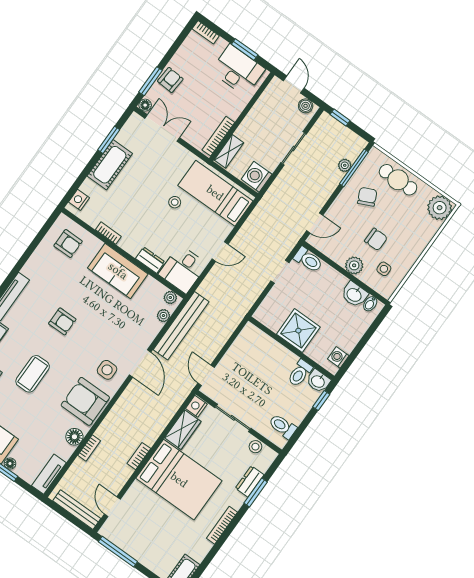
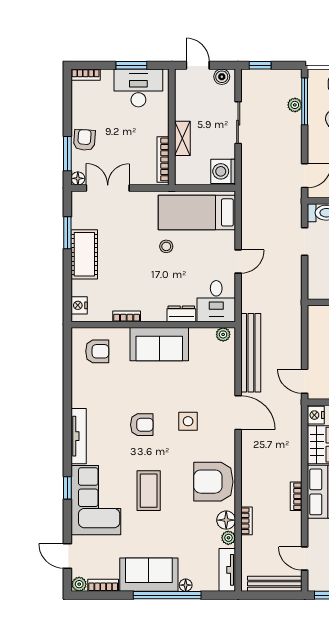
shelving: (229, 151) -> (182, 138), moved
plant: (163, 316) -> (228, 538), moved
side table: (107, 370) -> (188, 421), moved

